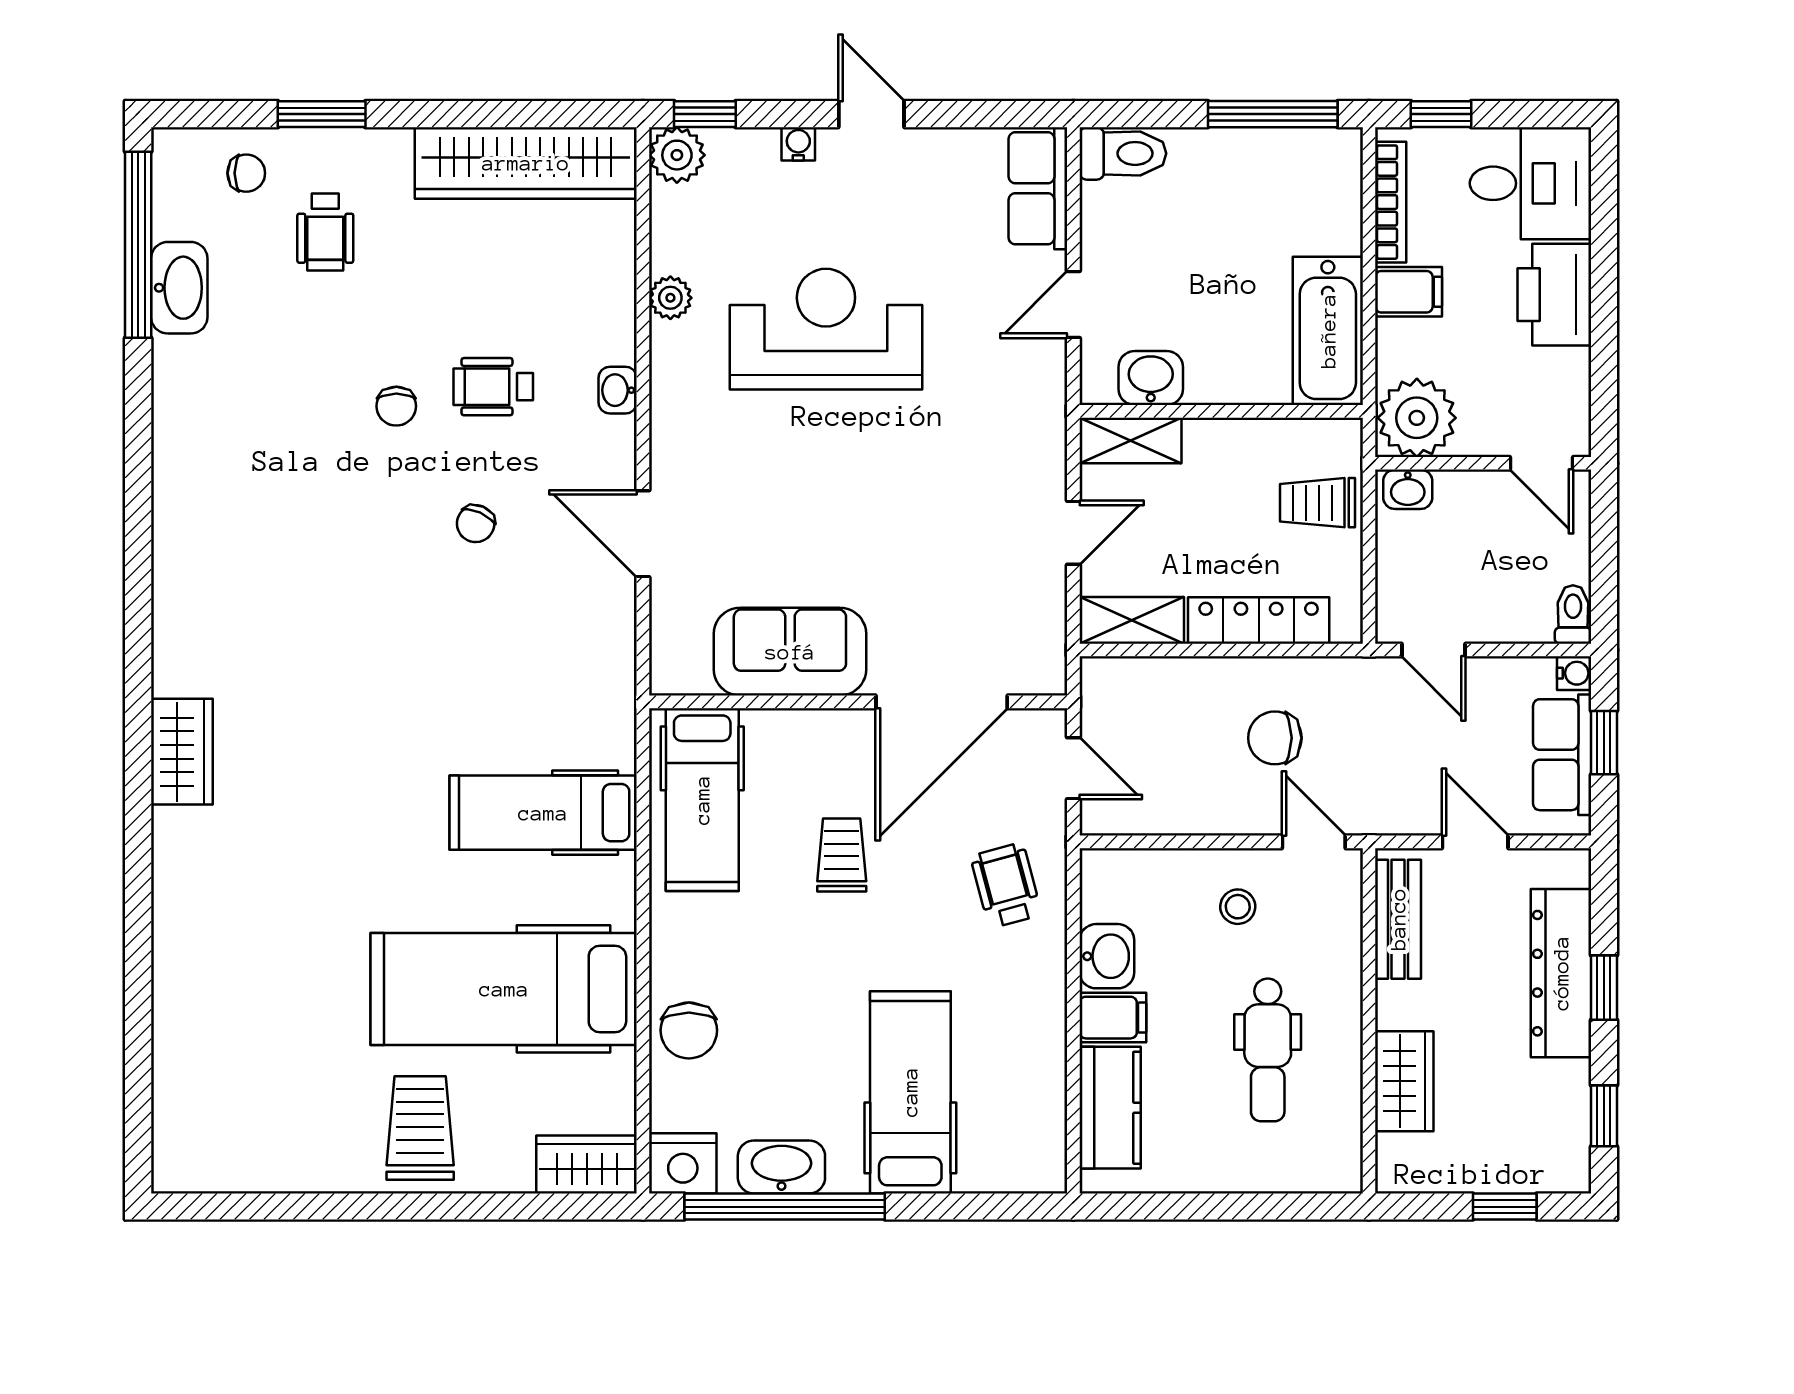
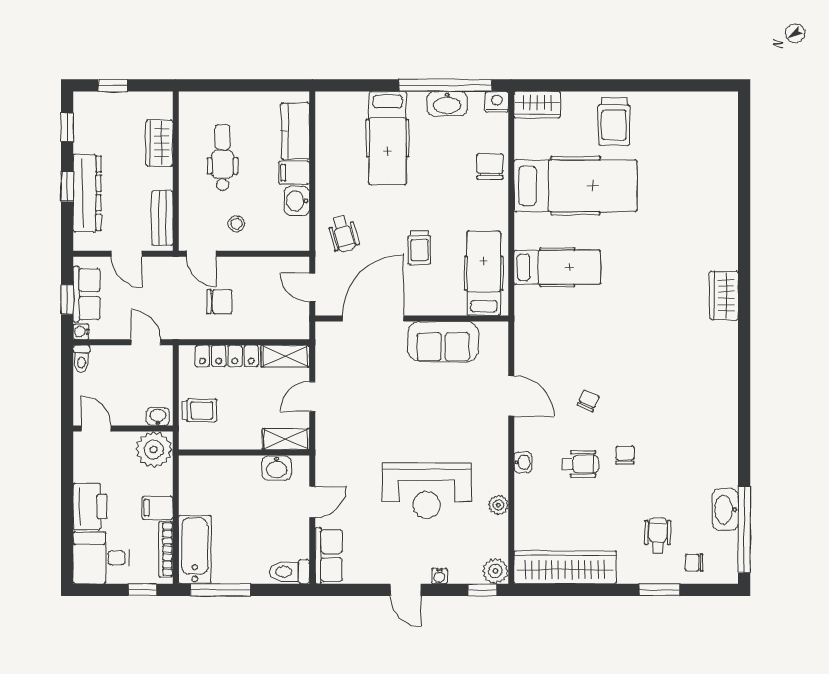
bathtub: (1328, 331) -> (195, 550), moved
nightstand: (683, 1163) -> (497, 102), width x0.74, depth x0.75

